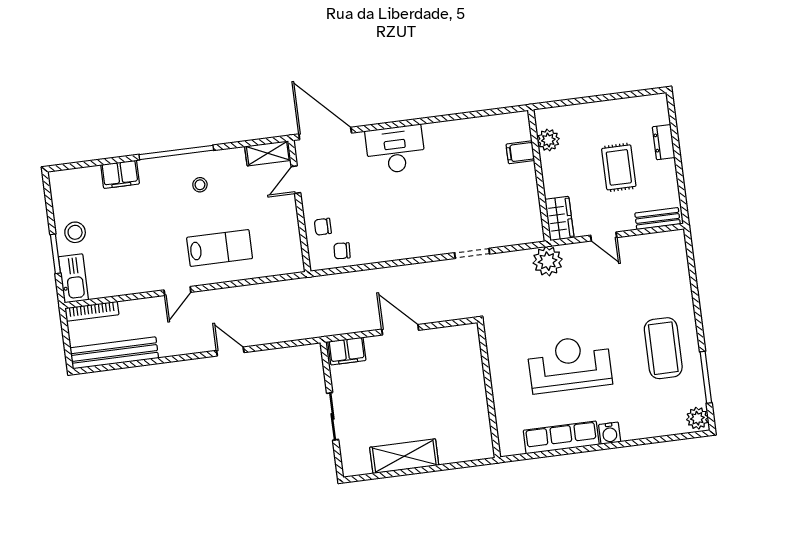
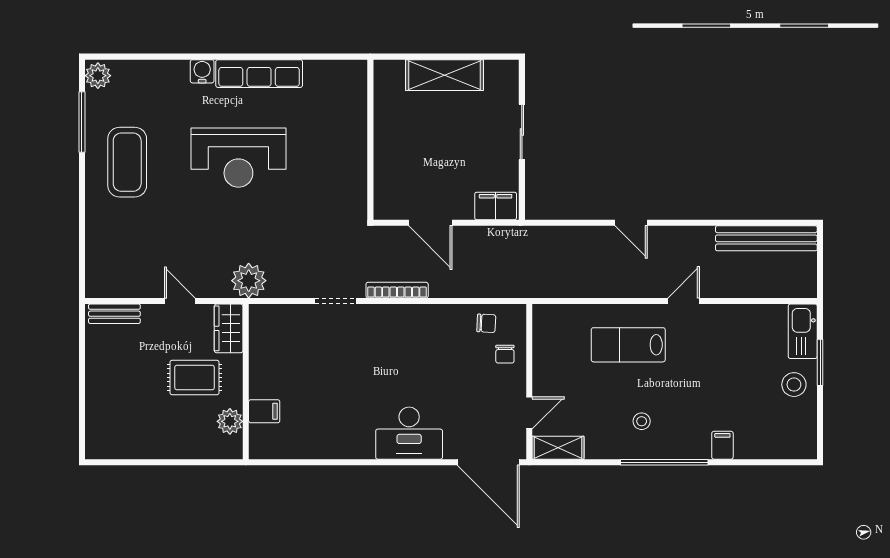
dresser: (664, 142) -> (96, 402), removed
rug: (619, 167) -> (194, 378), moved, turned 90
filing cabinet: (120, 174) -> (722, 445), width x0.50
chair: (323, 227) -> (505, 354), turned 90
bookcase: (92, 311) -> (397, 290), moved
wall: (489, 390) -> (370, 140), moved

